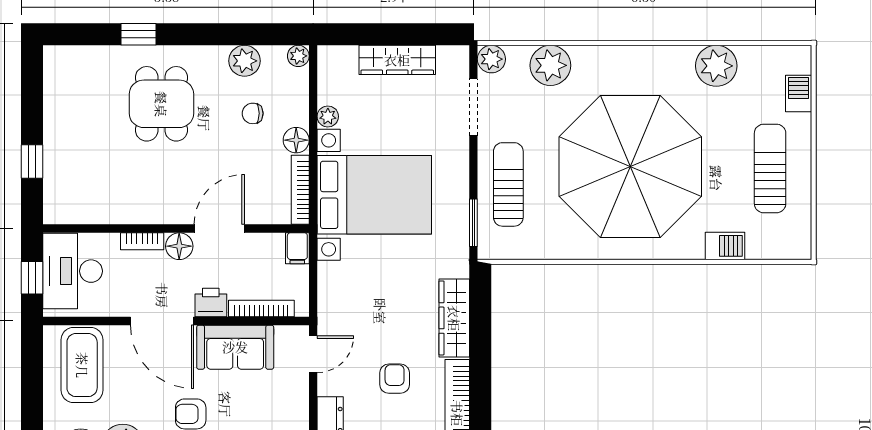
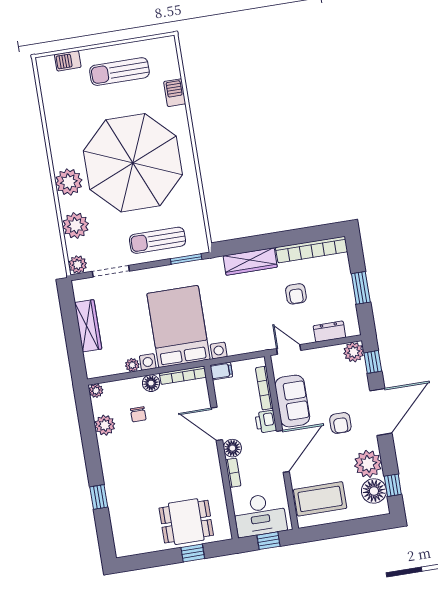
plant: (716, 66) -> (69, 182), moved
dining table: (161, 104) -> (186, 522), moved
armchair: (395, 379) -> (296, 294), turned -90

